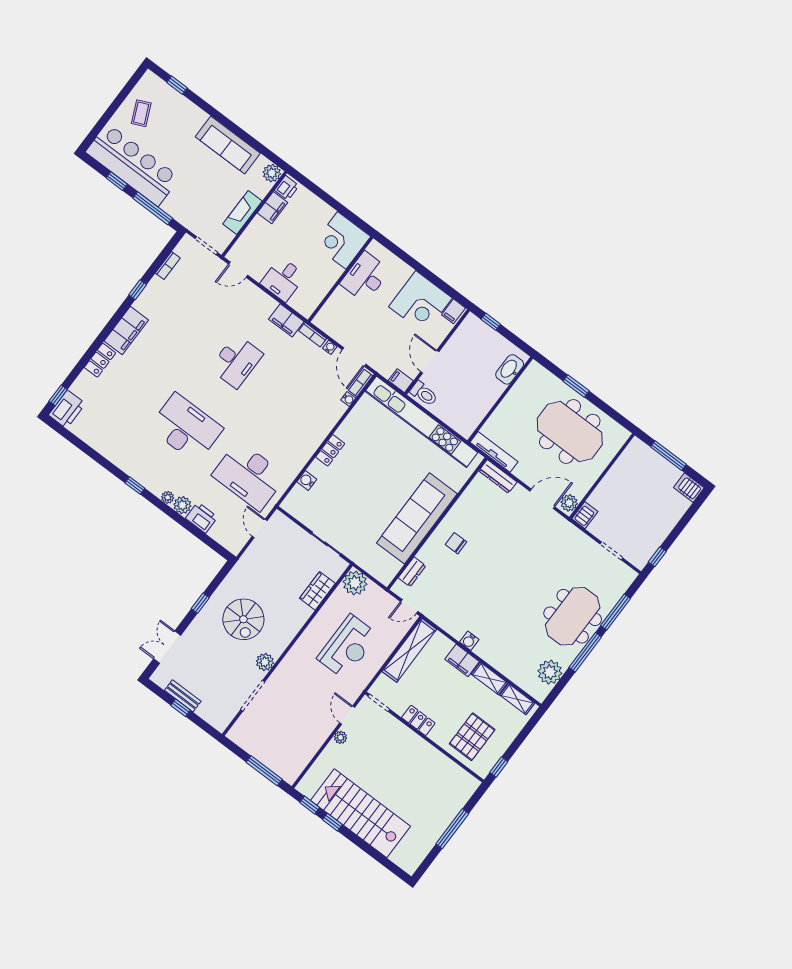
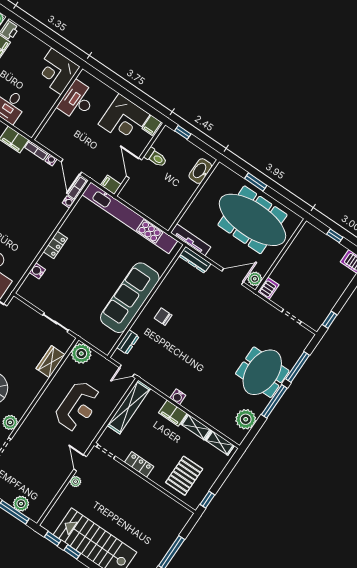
toilet: (424, 394) -> (156, 158), moved
meeting table: (570, 431) -> (252, 220), width x1.36
window: (668, 456) -> (335, 236), width x0.46
plant: (273, 761) -> (21, 504), added

